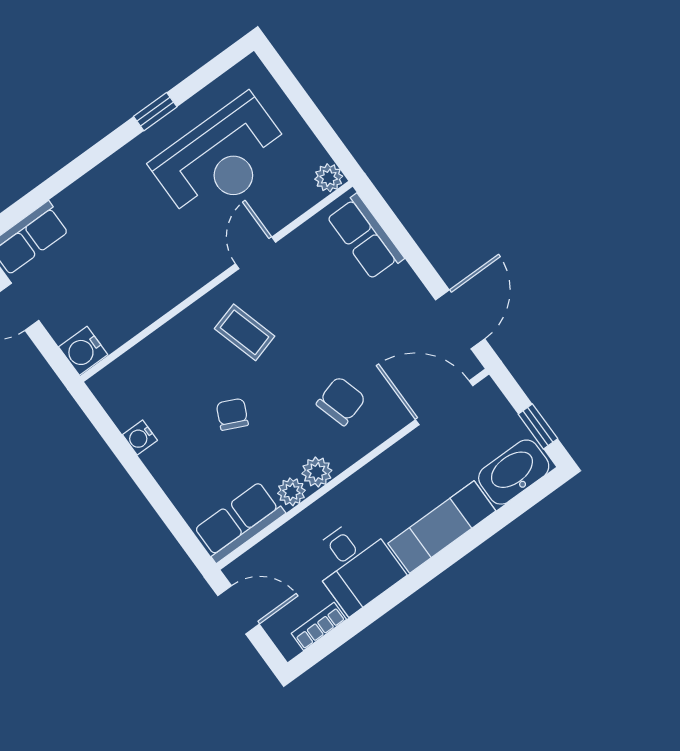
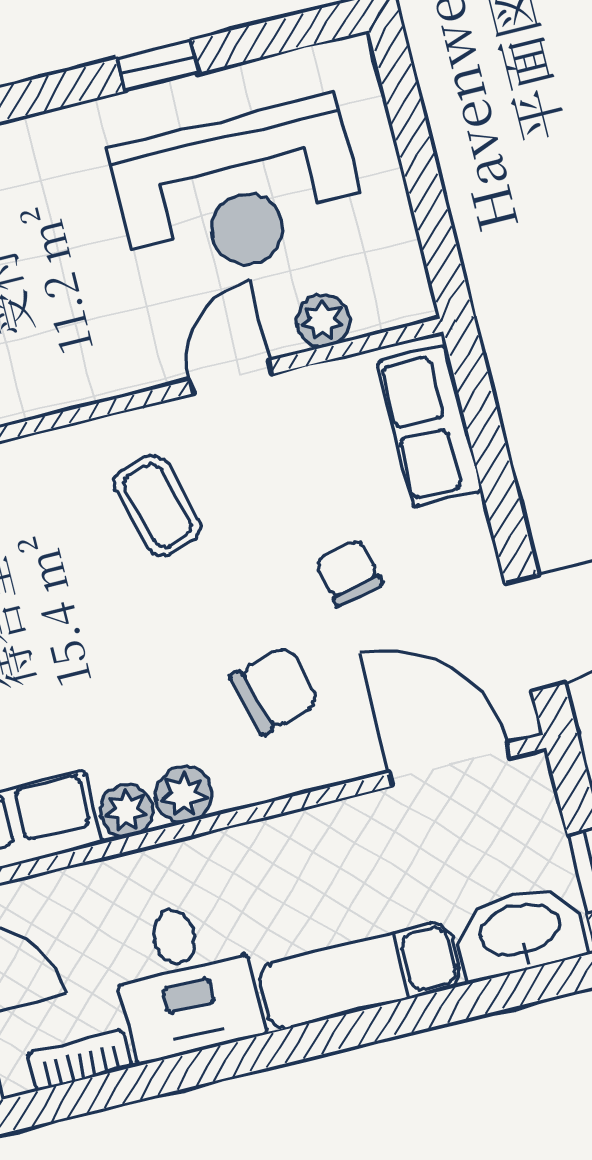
plant: (329, 178) -> (323, 321), moved
chair: (232, 414) -> (348, 572), moved, turned -38

